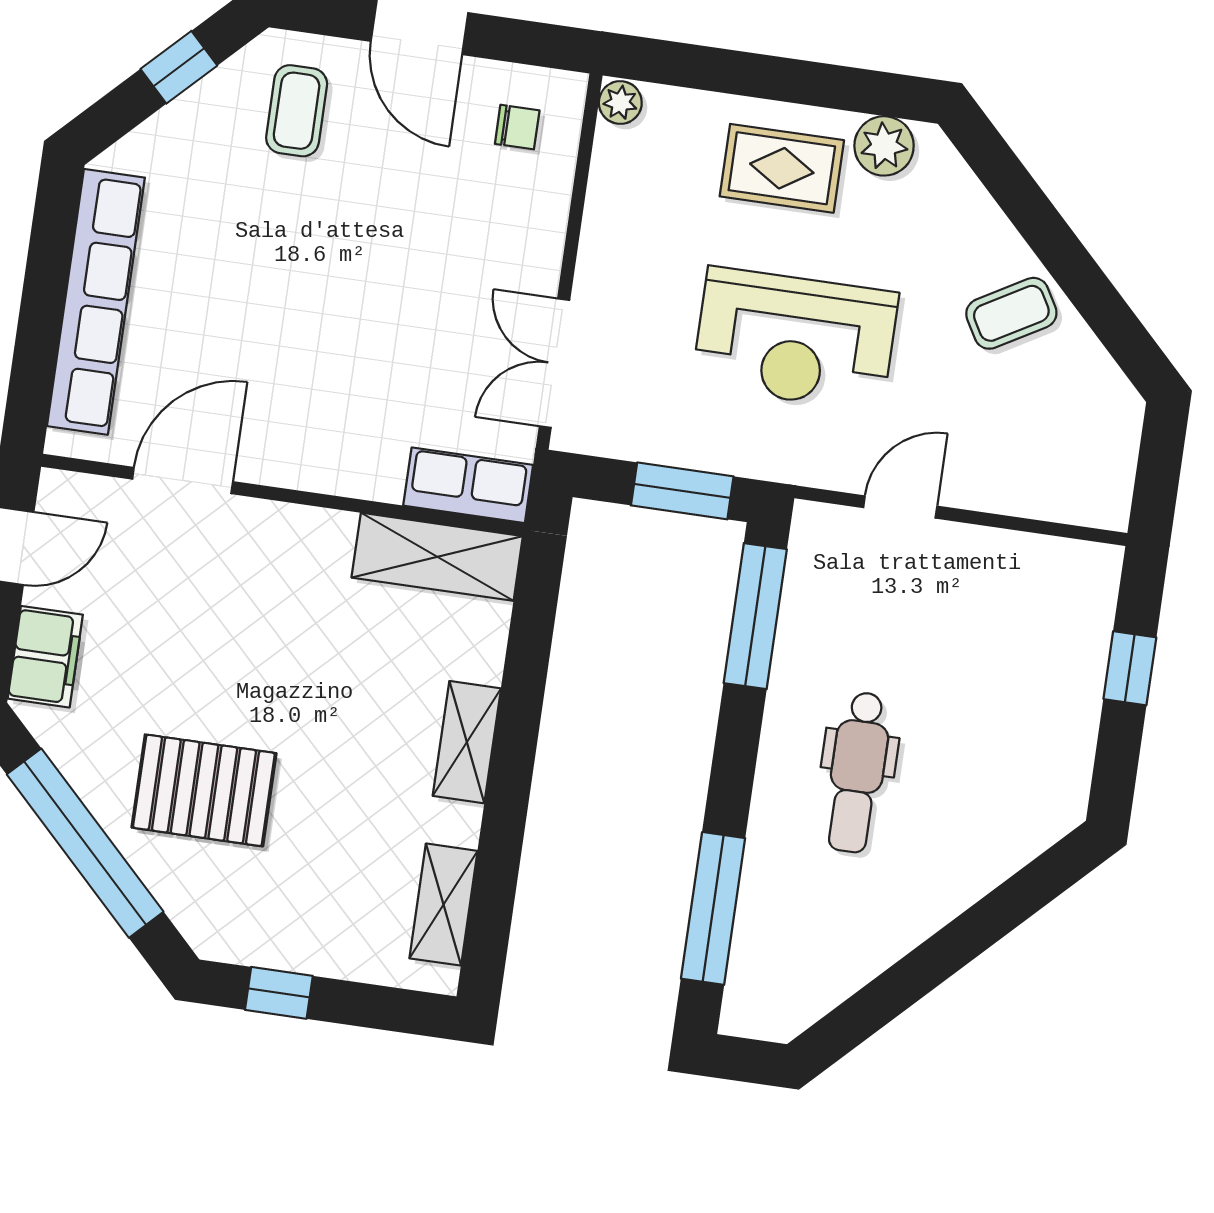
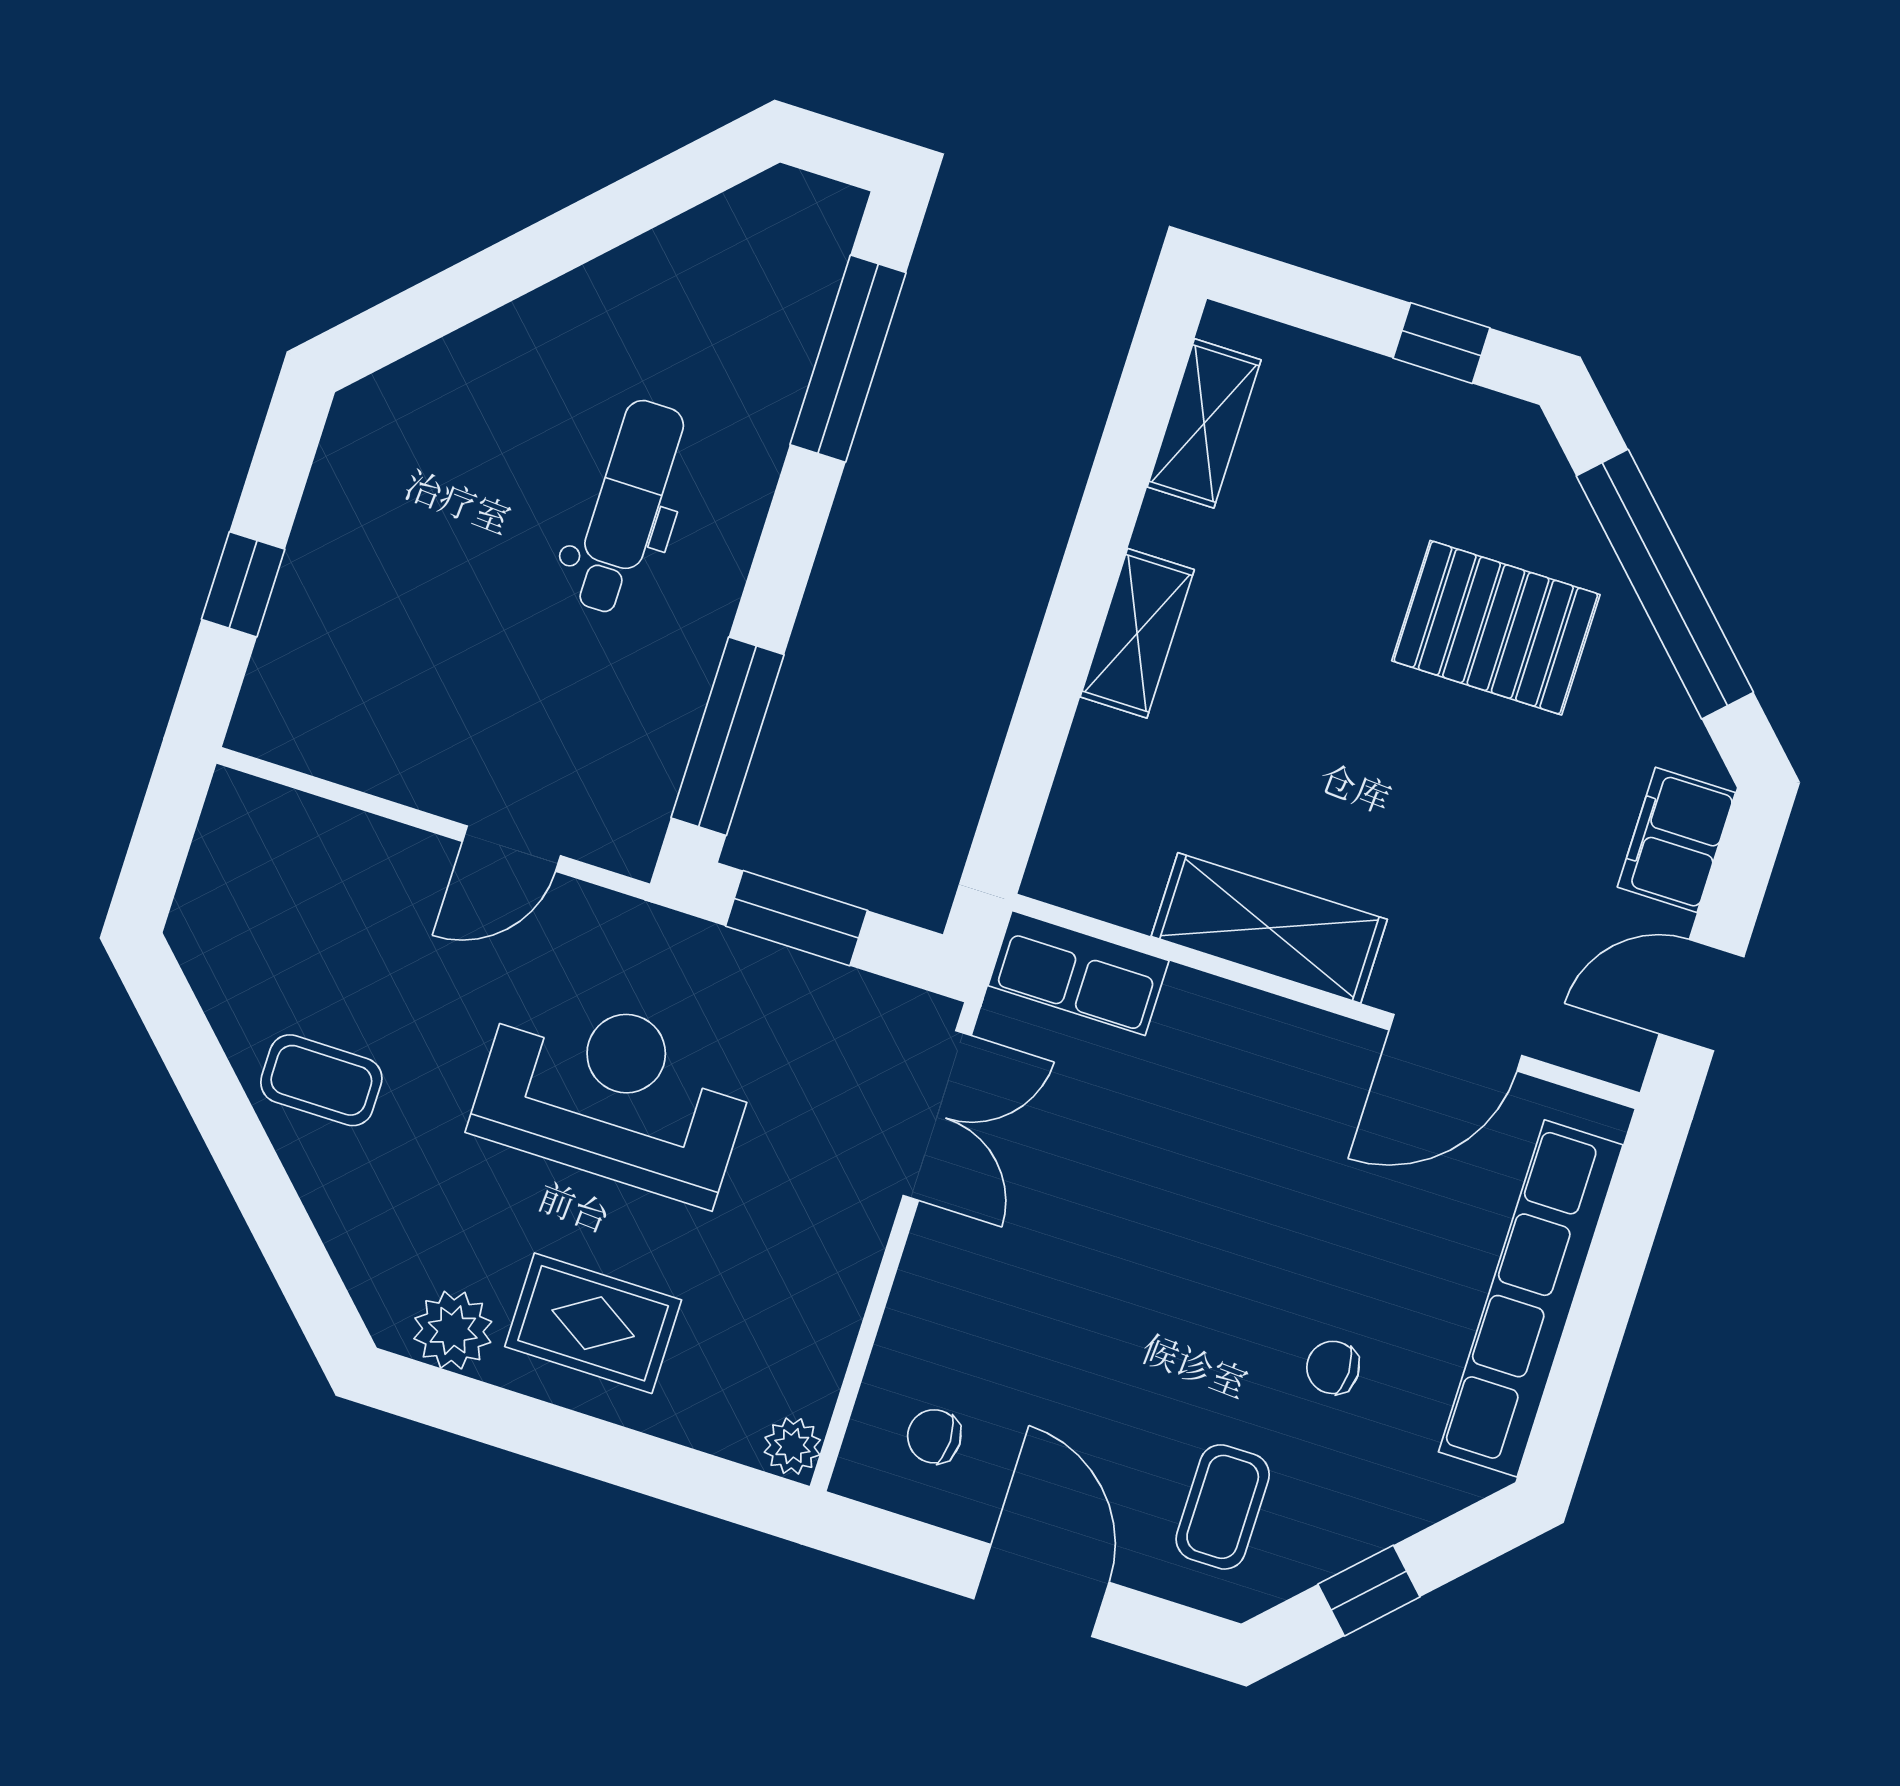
chair: (233, 227) -> (1333, 1367), added
coffee table: (1011, 313) -> (321, 1080), turned 30
shelving: (437, 557) -> (1269, 928), moved

